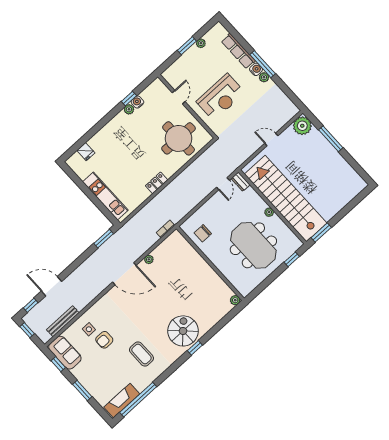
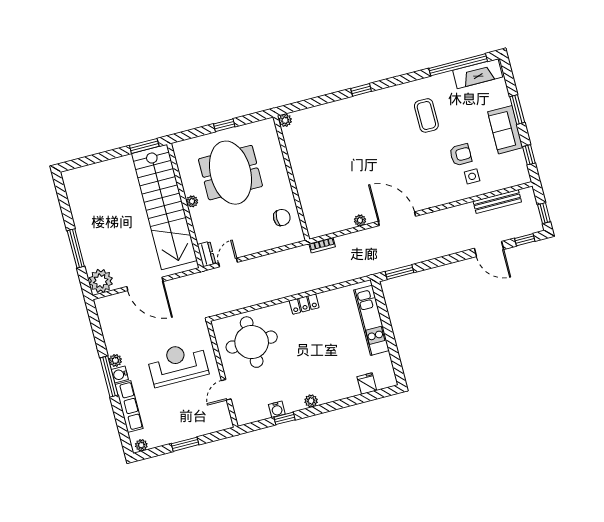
plant: (201, 43) -> (141, 445), moved
plant: (129, 109) -> (311, 401), moved
door: (271, 140) -> (145, 284), width x1.88
window: (292, 259) -> (224, 125), moved
spiral stairs: (183, 331) -> (364, 117), removed
sofa: (65, 353) -> (505, 130), moved

